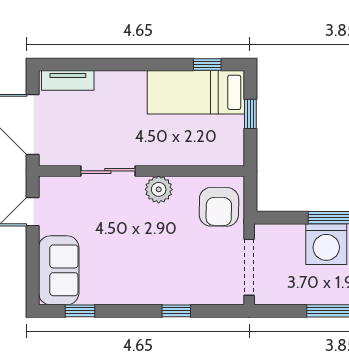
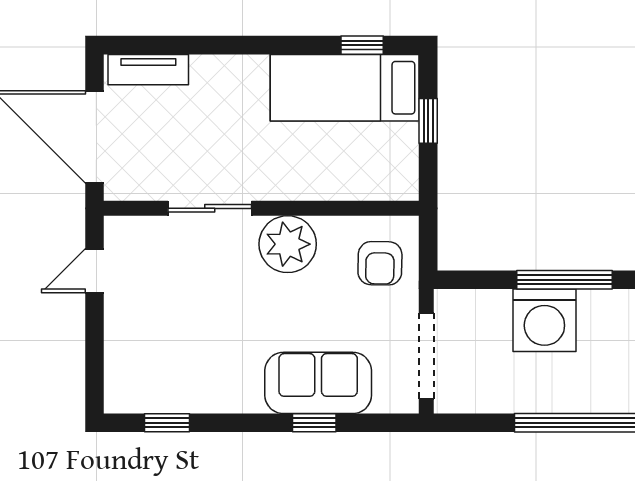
plant: (159, 189) -> (288, 244), width x1.36, depth x1.36
armchair: (219, 207) -> (380, 263), width x0.72, depth x0.72
sofa: (59, 270) -> (318, 383), moved, turned -90

